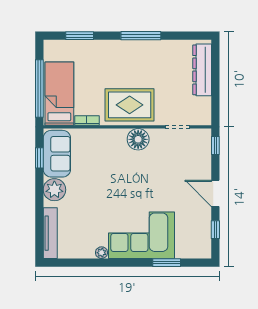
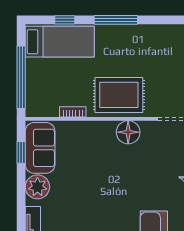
window: (80, 36) -> (65, 20), width x0.67
window: (141, 36) -> (116, 20), moved
bed: (59, 94) -> (60, 42), moved, turned 90

